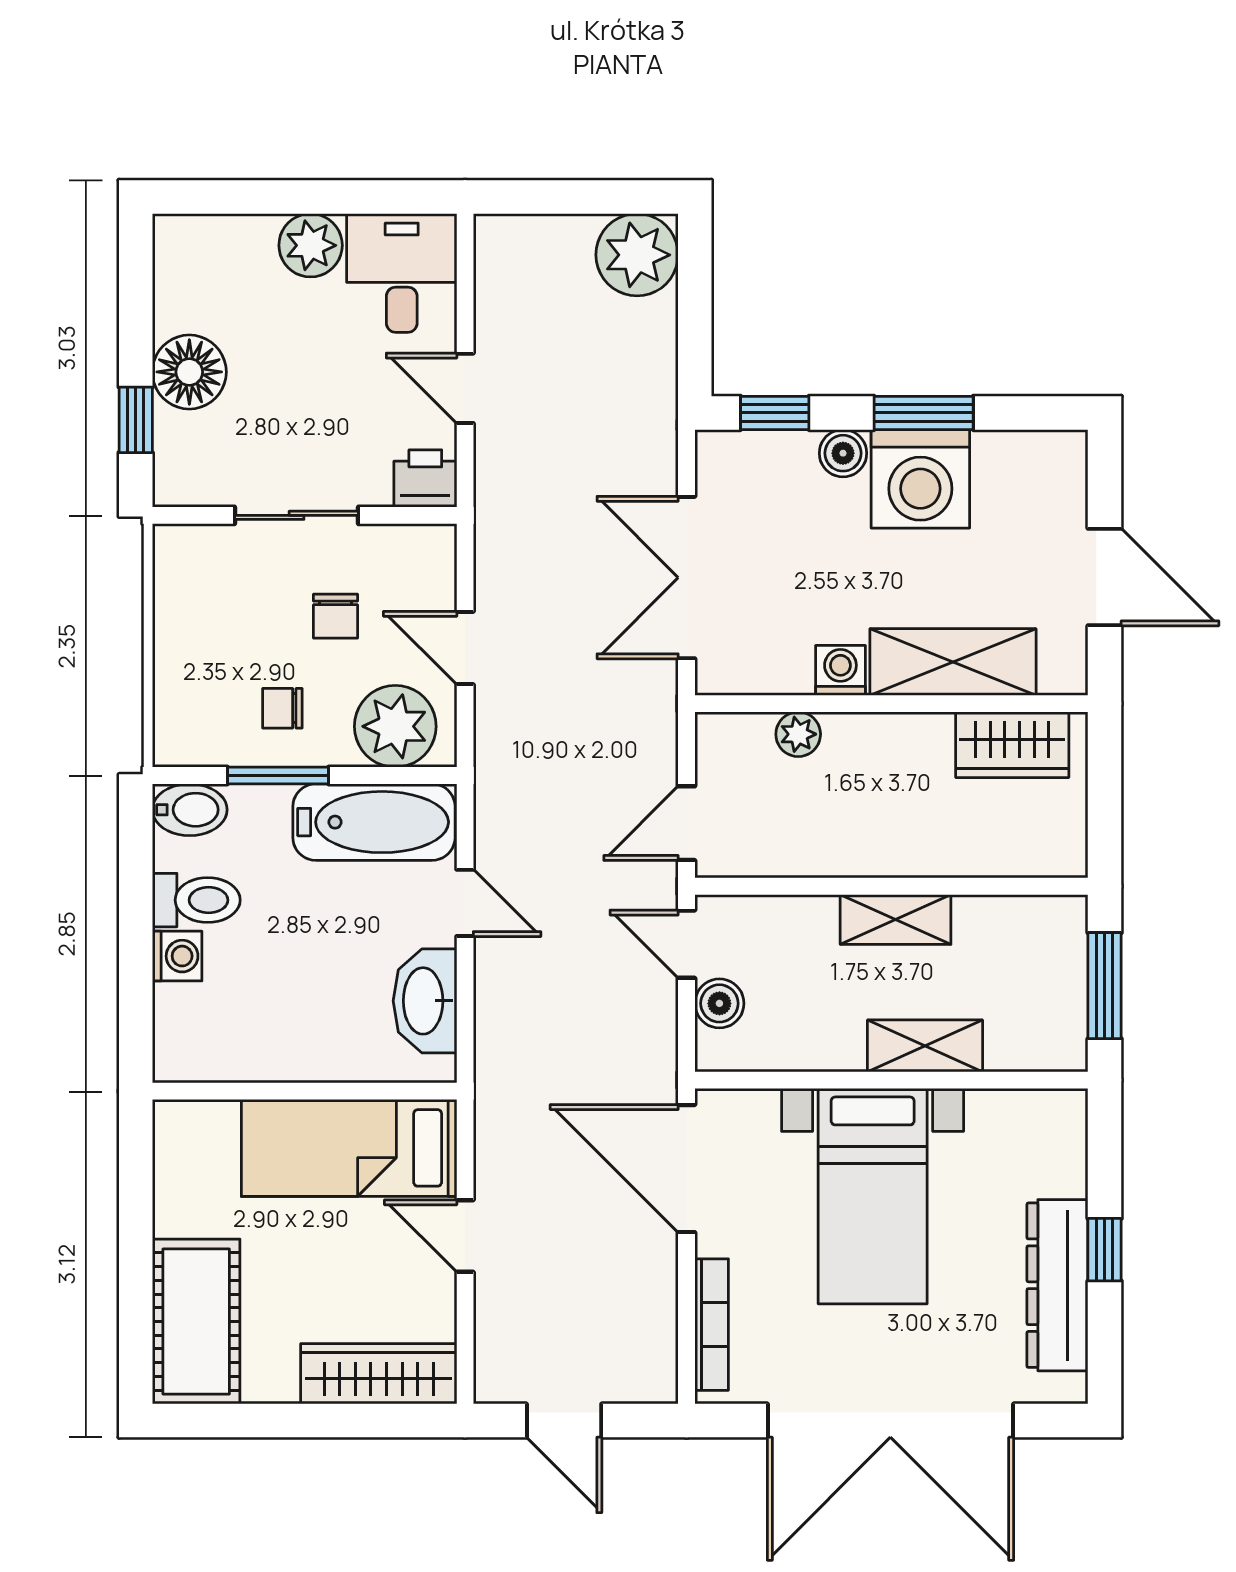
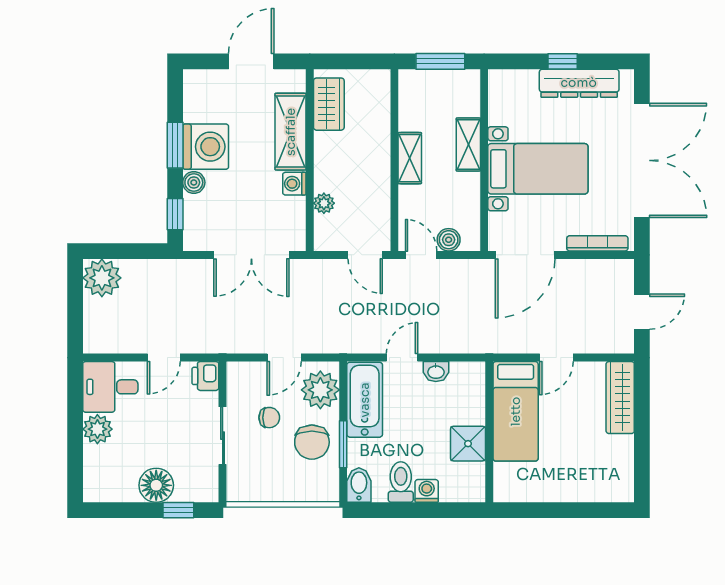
chair: (282, 708) -> (312, 442), width x1.87, depth x1.87
door: (687, 944) -> (421, 255), swing flipped
washbasin: (425, 1001) -> (436, 372), width x0.52, depth x0.69
shower: (279, 1045) -> (468, 444), added
cot: (196, 1321) -> (596, 482), removed

